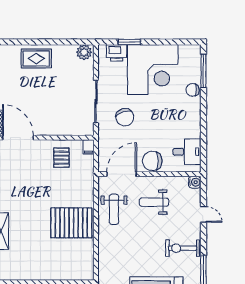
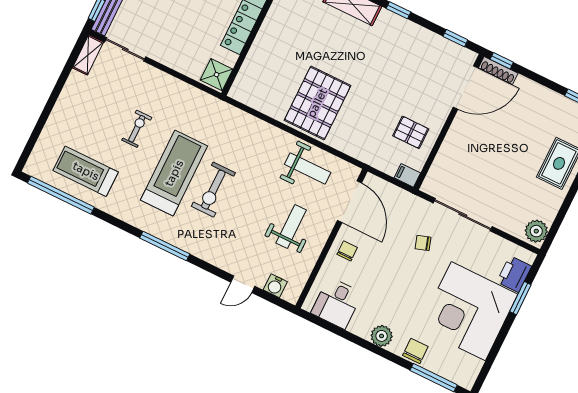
plant: (194, 115) -> (382, 336), added
chair: (125, 117) -> (423, 243), width x0.54, depth x0.54
chair: (152, 161) -> (347, 251), width x0.54, depth x0.54
water cooler: (195, 182) -> (275, 286), moved
weight bench: (114, 209) -> (308, 168), turned 180
exercise bike: (183, 248) -> (213, 190), moved, turned 180

